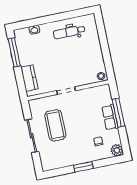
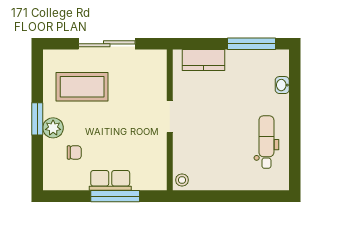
coffee table: (55, 125) -> (82, 87), moved
plant: (117, 150) -> (53, 128), moved

